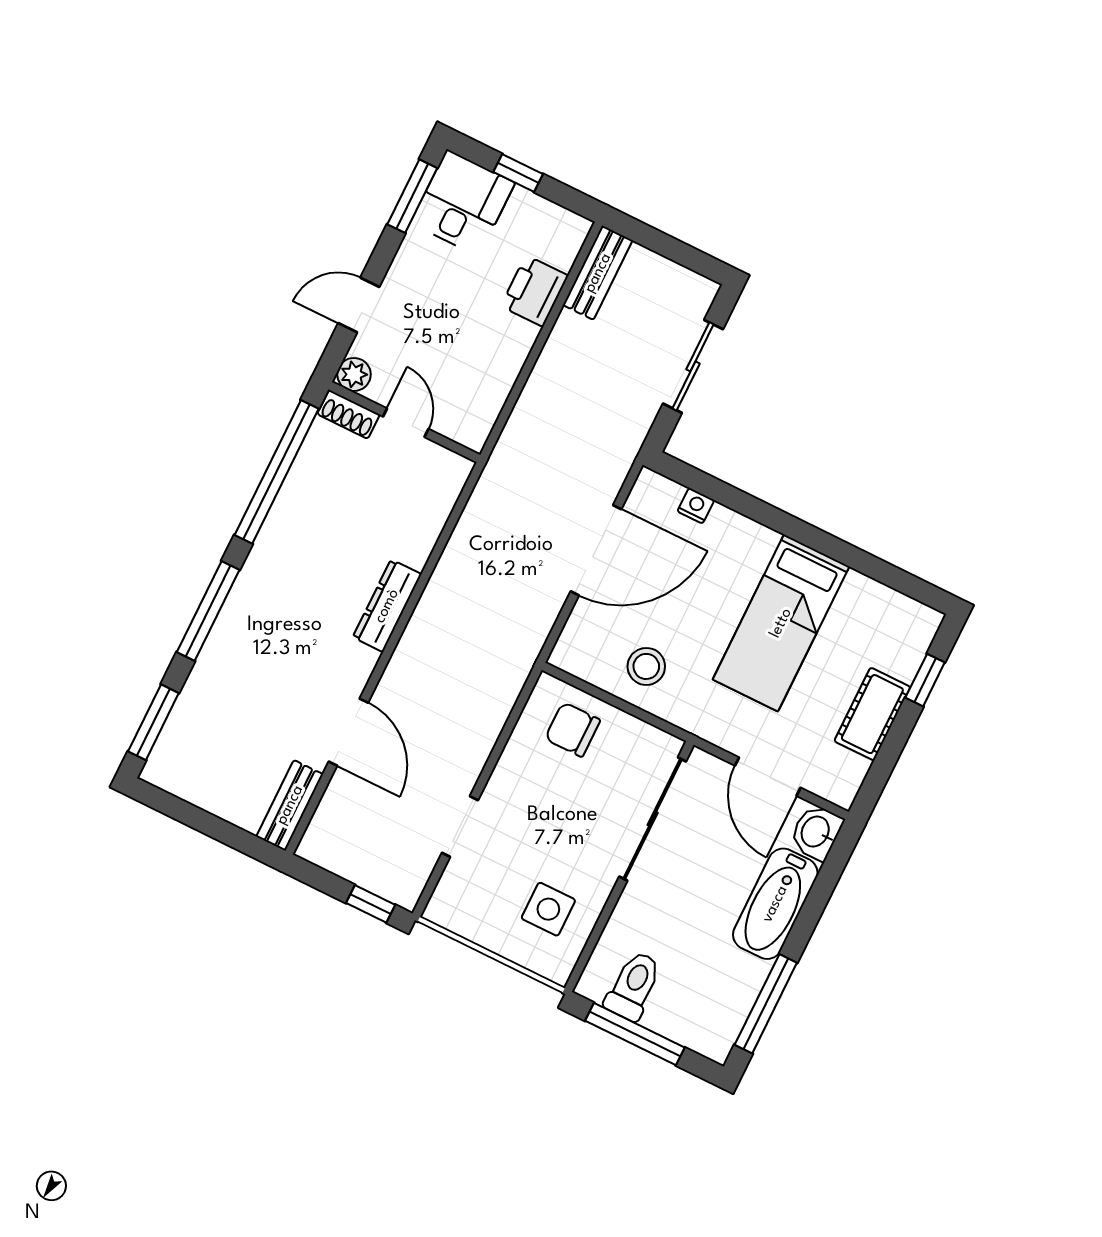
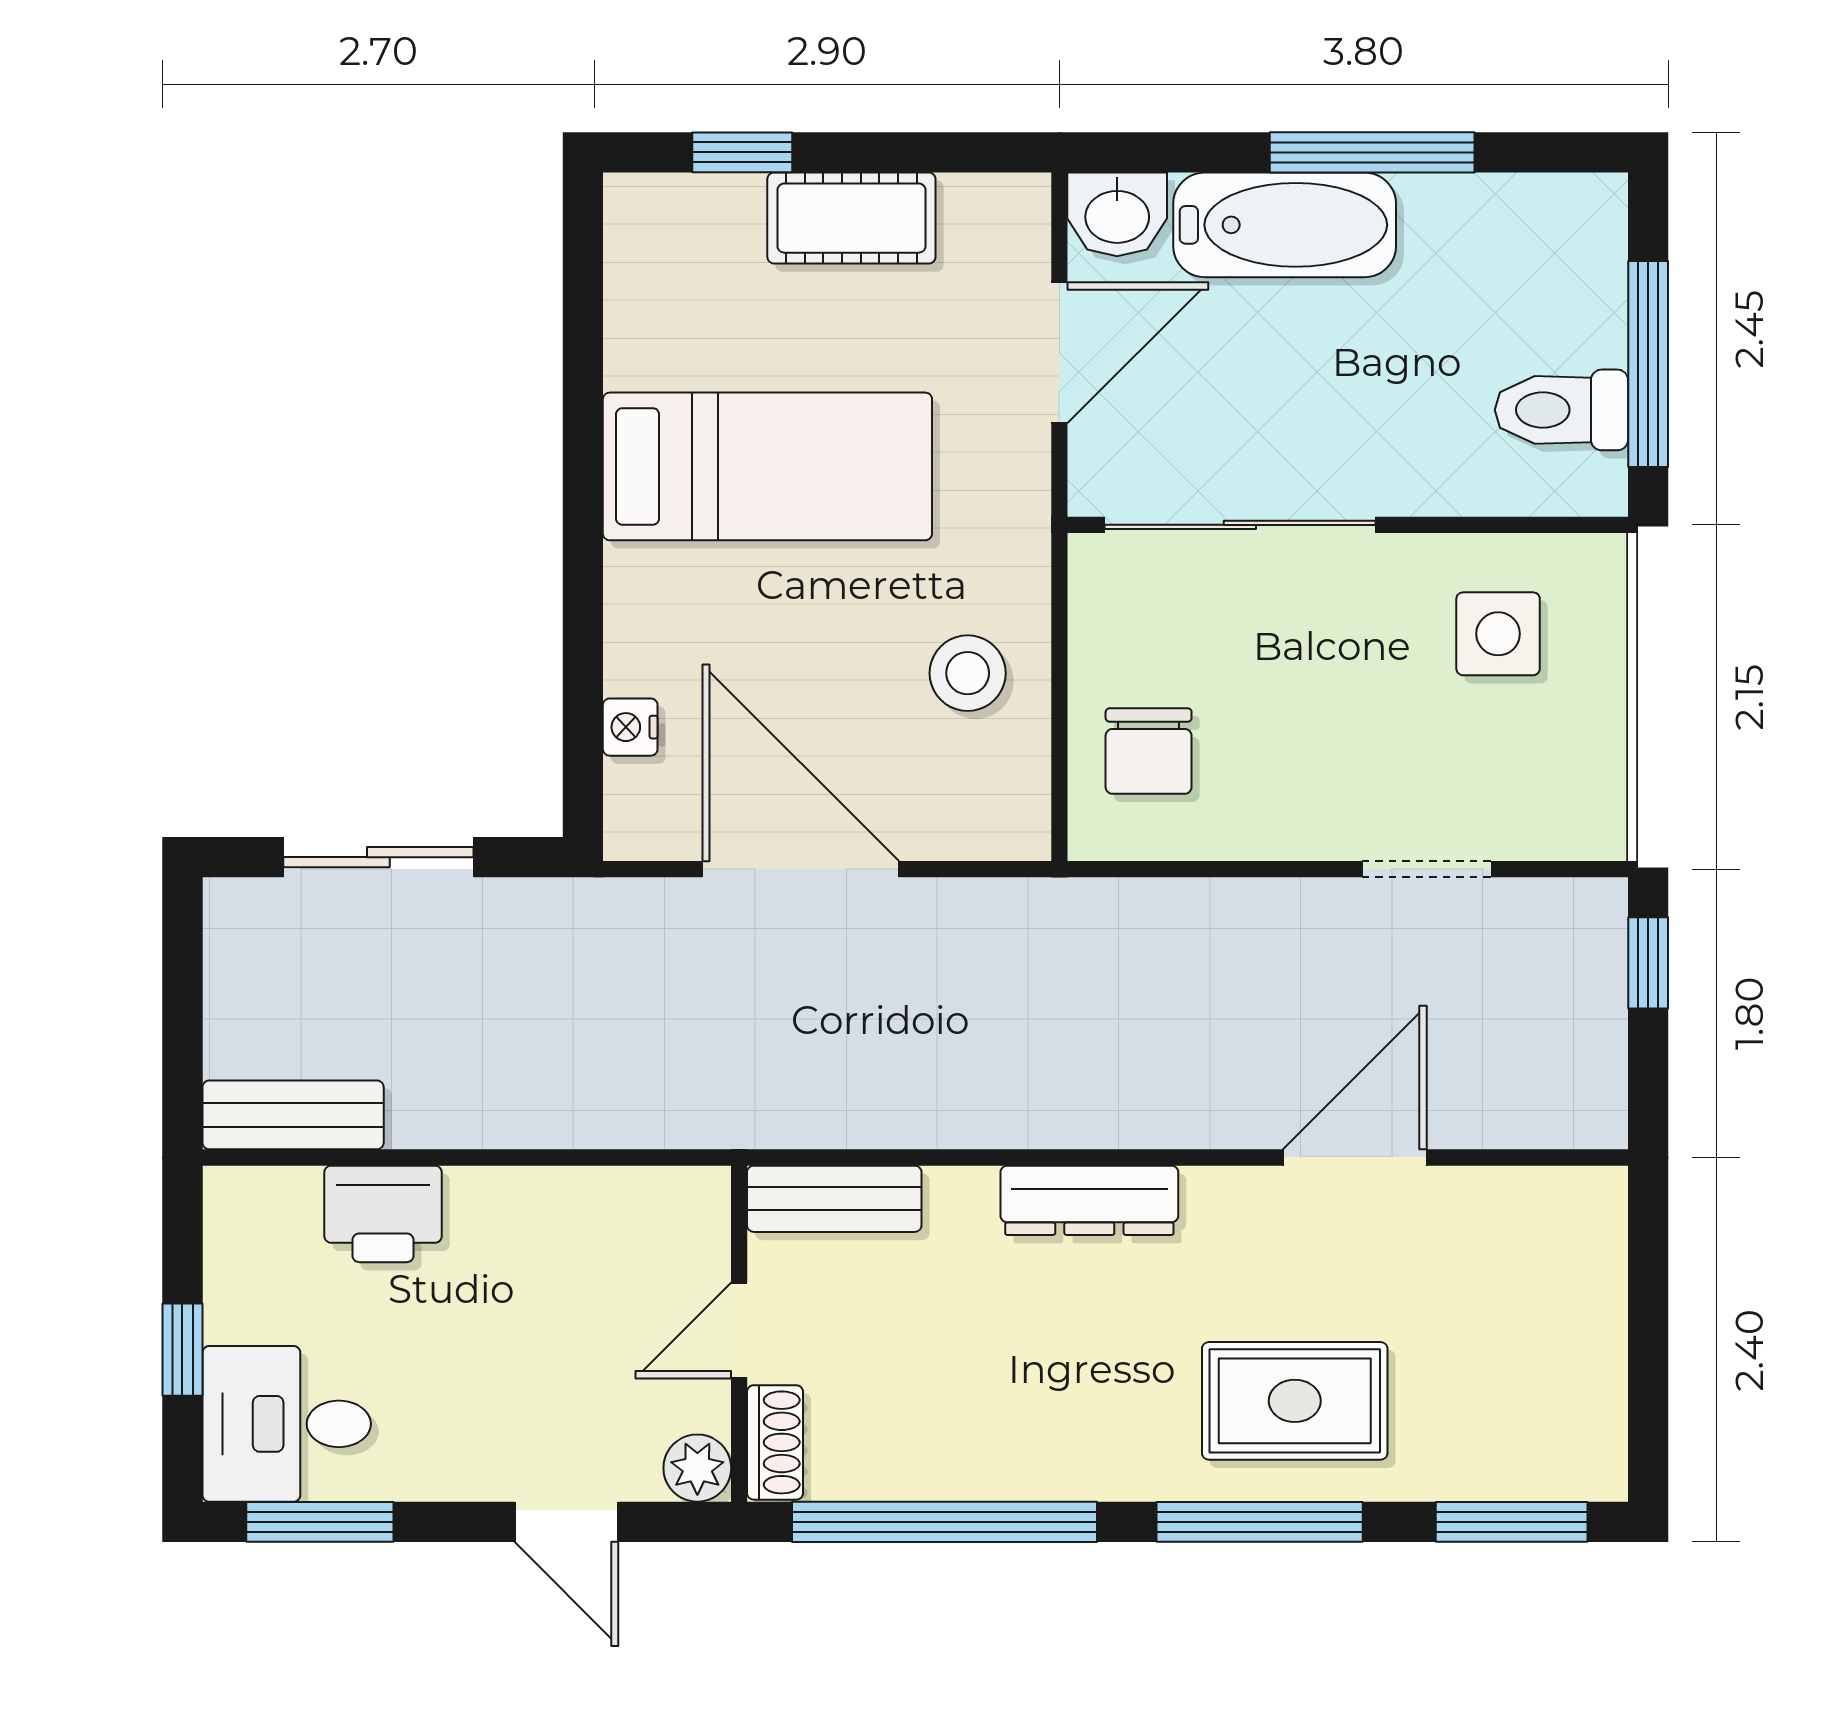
rug: (254, 653) -> (1295, 1401), added
bench: (290, 805) -> (834, 1199), moved
window: (766, 1004) -> (1372, 152), moved

